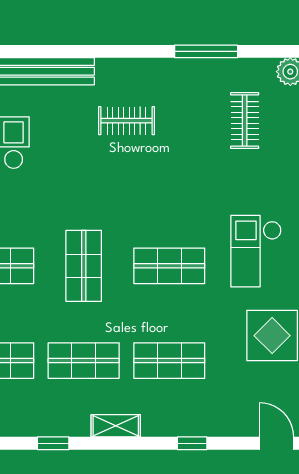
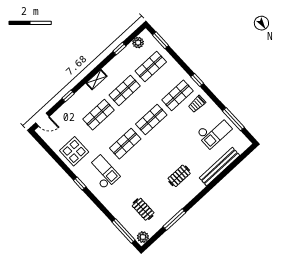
shop shelf: (84, 266) -> (151, 119), turned 90
window: (53, 443) -> (119, 49), moved

